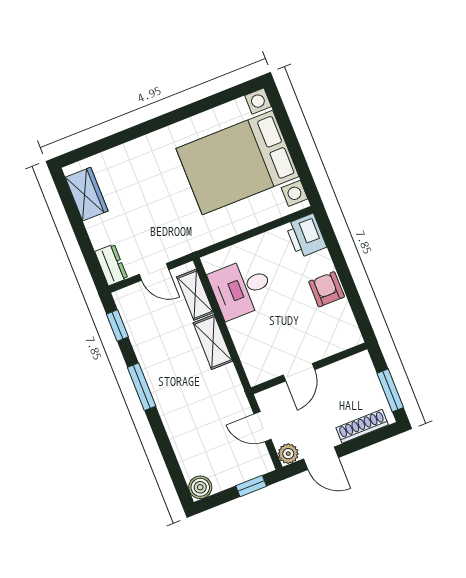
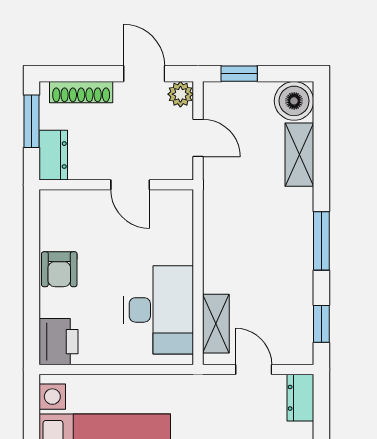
desk: (241, 288) -> (159, 310), width x1.37
shelving: (213, 342) -> (299, 155), moved
door: (299, 372) -> (130, 185), swing flipped
dresser: (364, 372) -> (53, 155), added
boiler: (200, 487) -> (294, 101), width x1.36, depth x1.36

